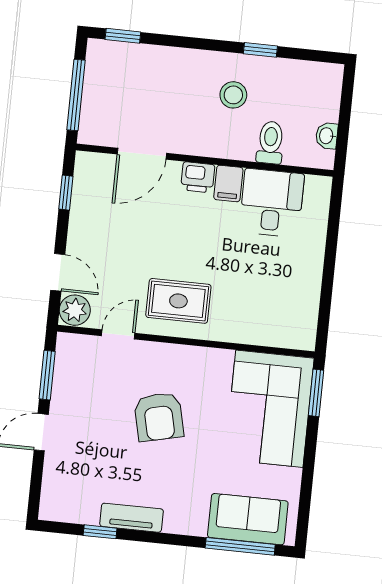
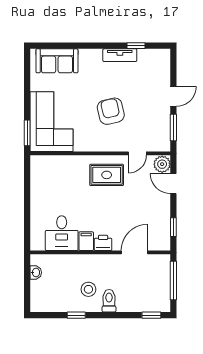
toilet: (270, 143) -> (109, 301), moved, turned 180
window: (240, 546) -> (59, 46), removed

